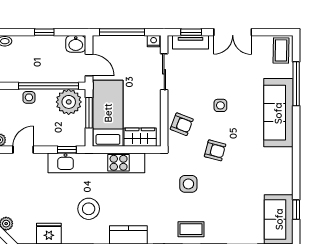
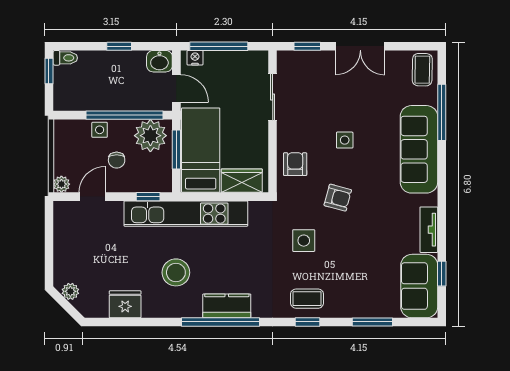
nightstand: (154, 41) -> (195, 58), moved
tv unit: (190, 42) -> (429, 230), moved, turned 90
chair: (42, 121) -> (117, 160), added
armchair: (182, 124) -> (295, 164), turned -111

